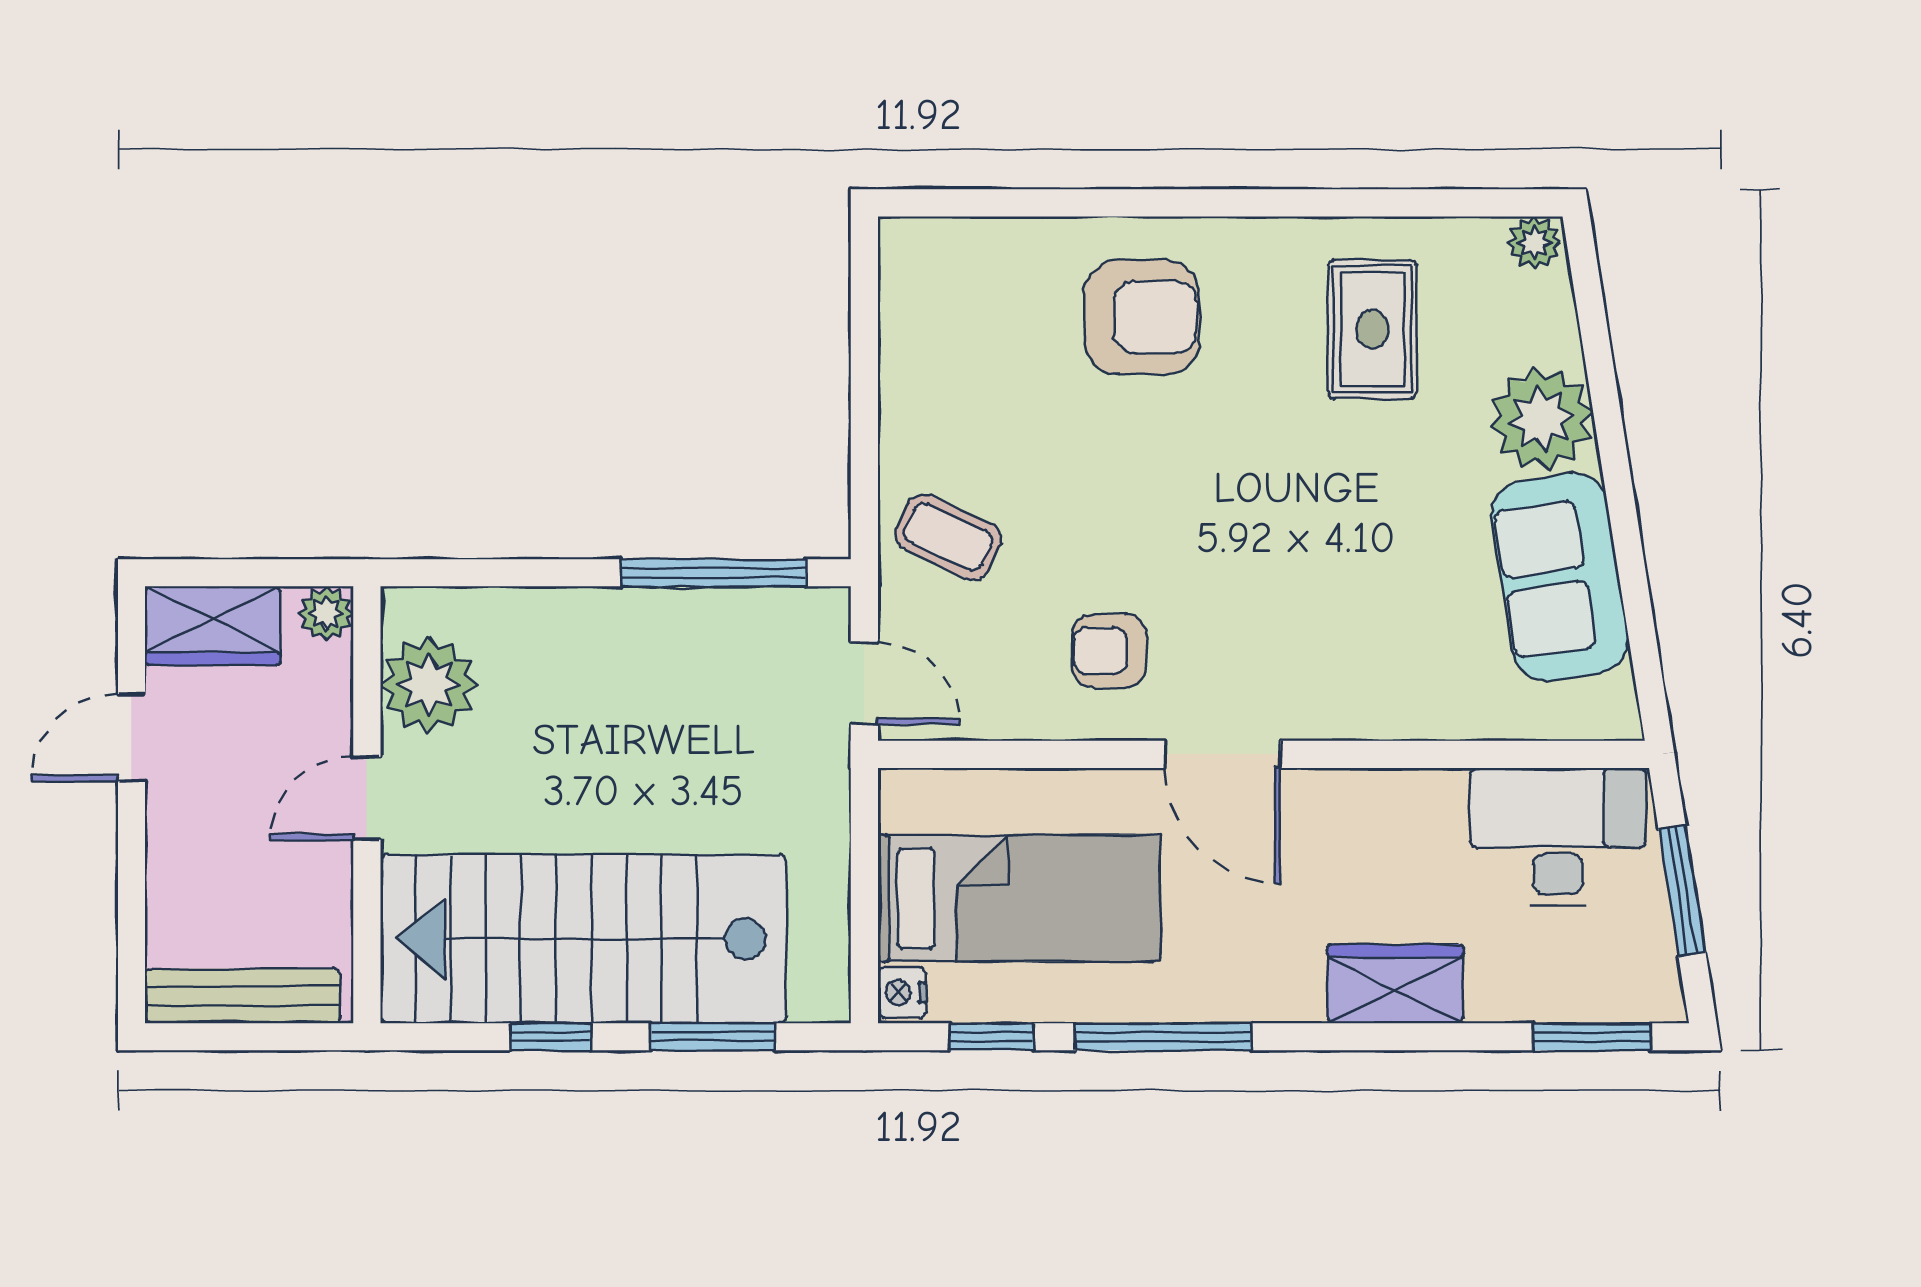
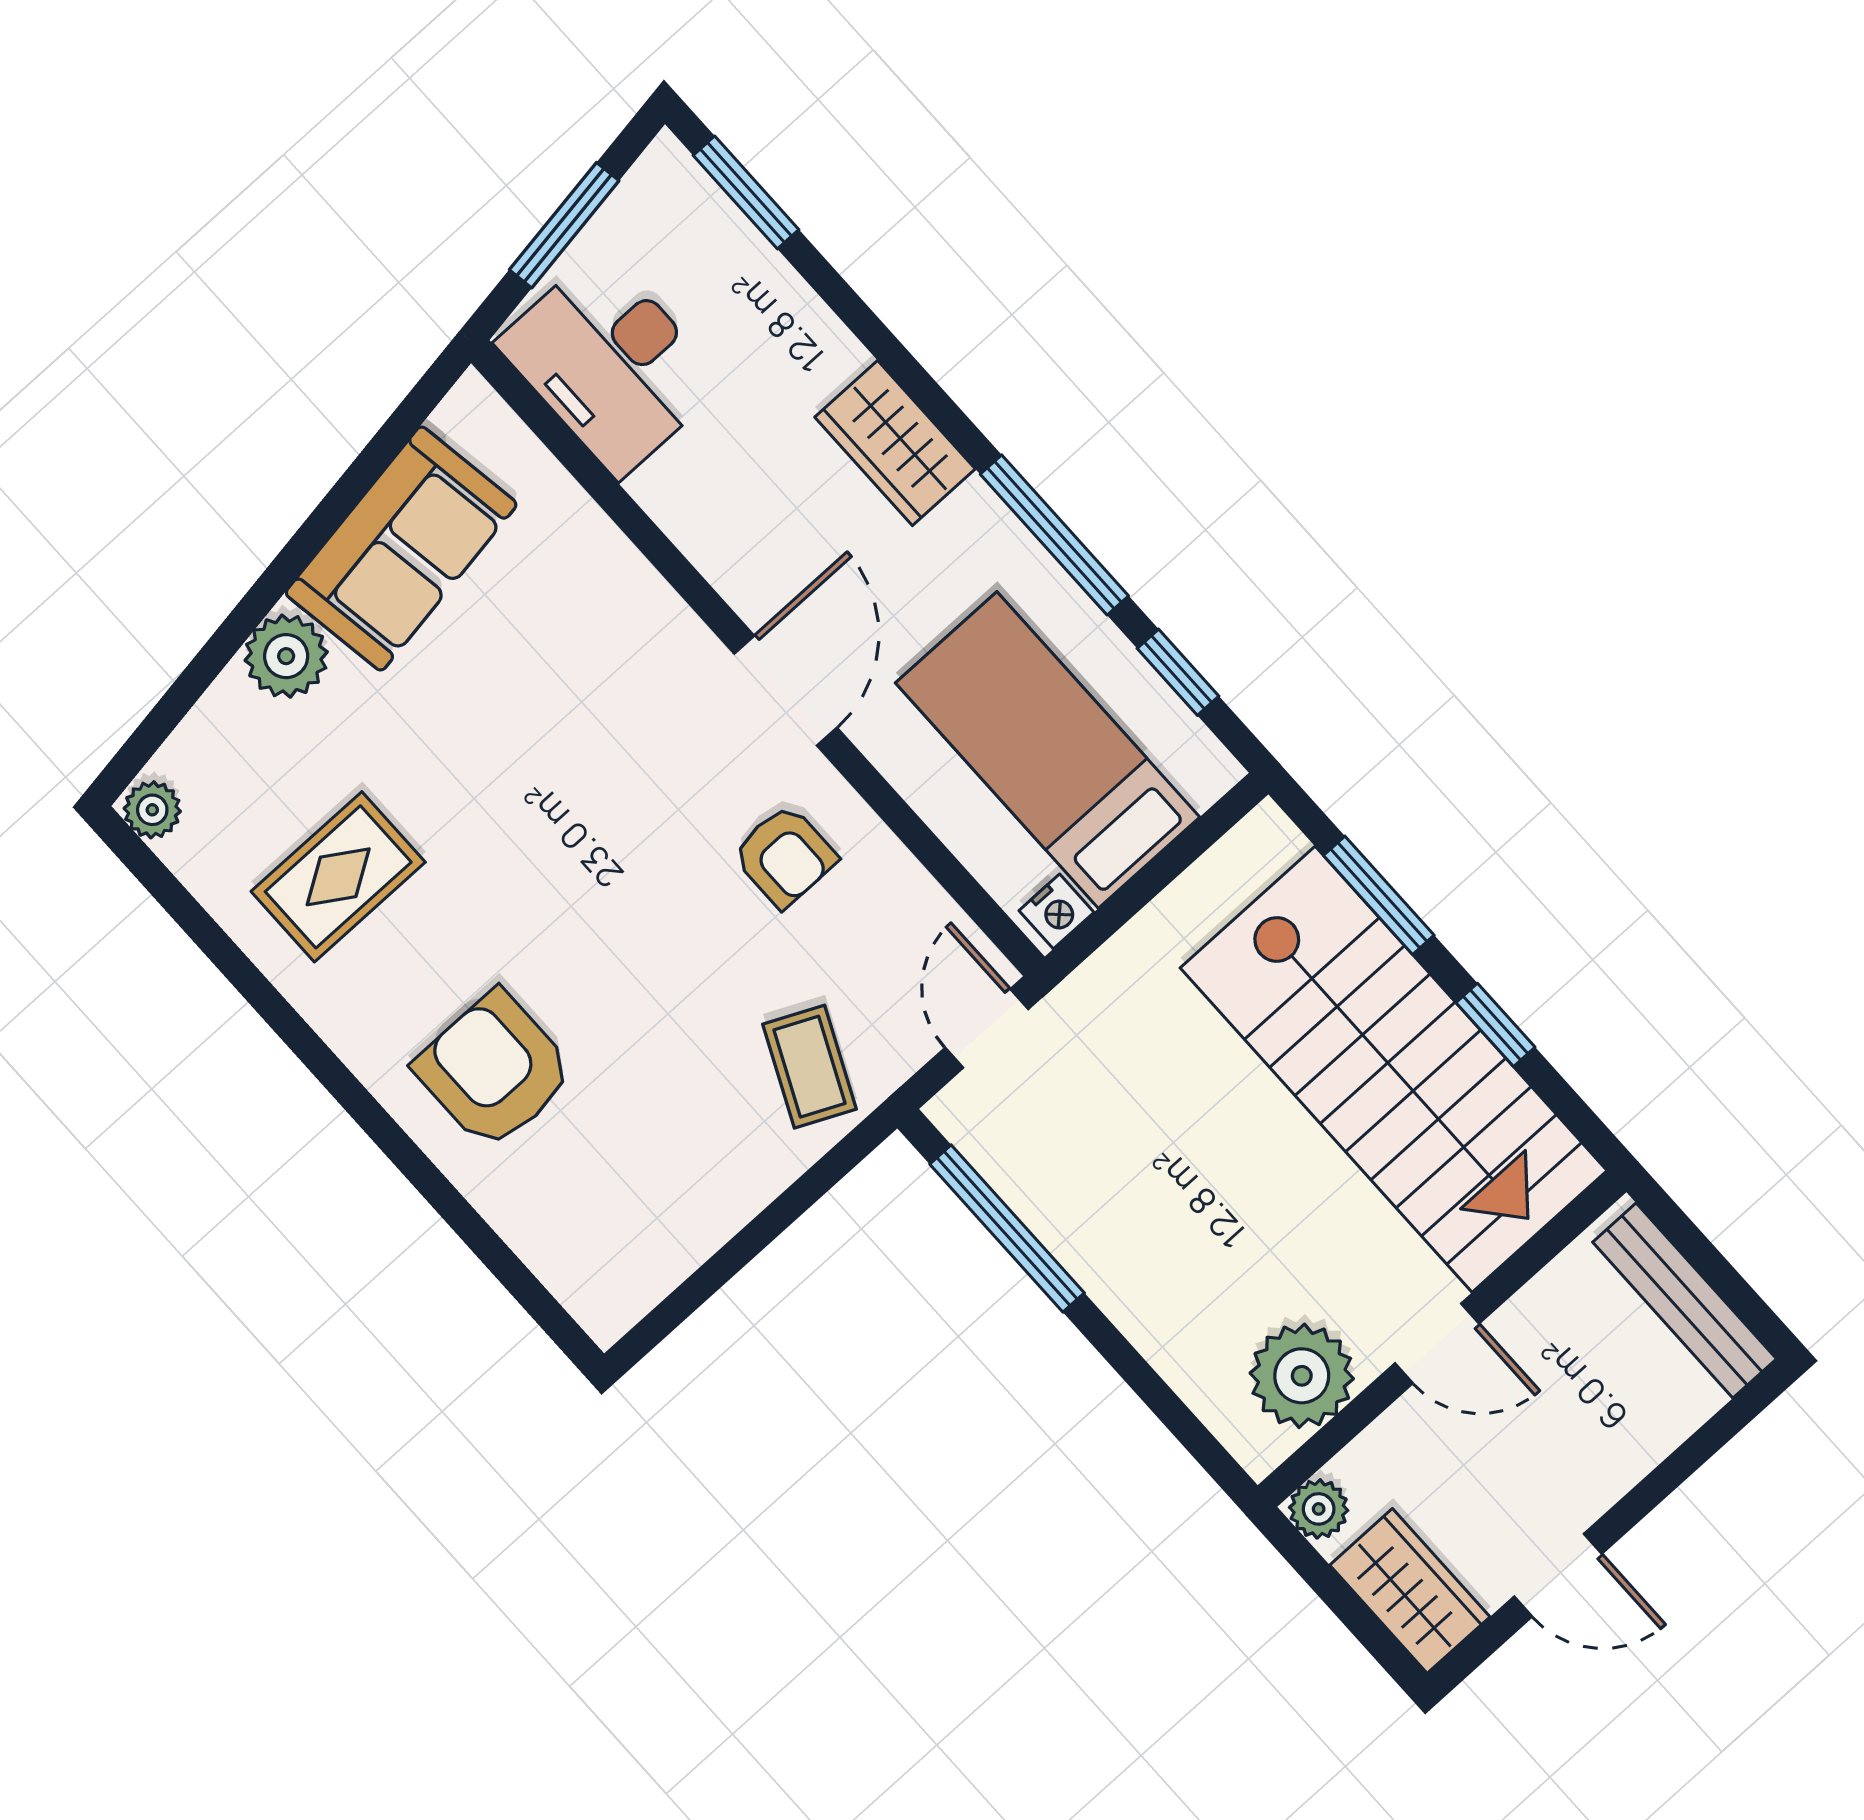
plant: (1541, 419) -> (286, 656), width x0.73, depth x0.73
wardrobe: (1395, 984) -> (895, 443), moved
nightstand: (902, 992) -> (1056, 911), moved

